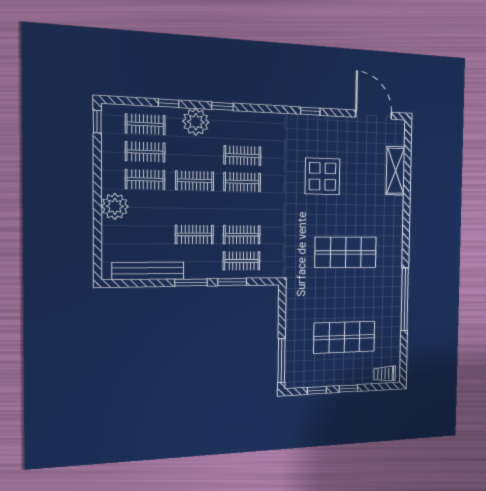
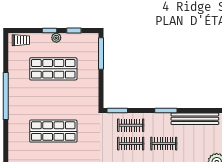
window: (232, 282) -> (117, 111), moved
plant: (340, 379) -> (56, 38), added

